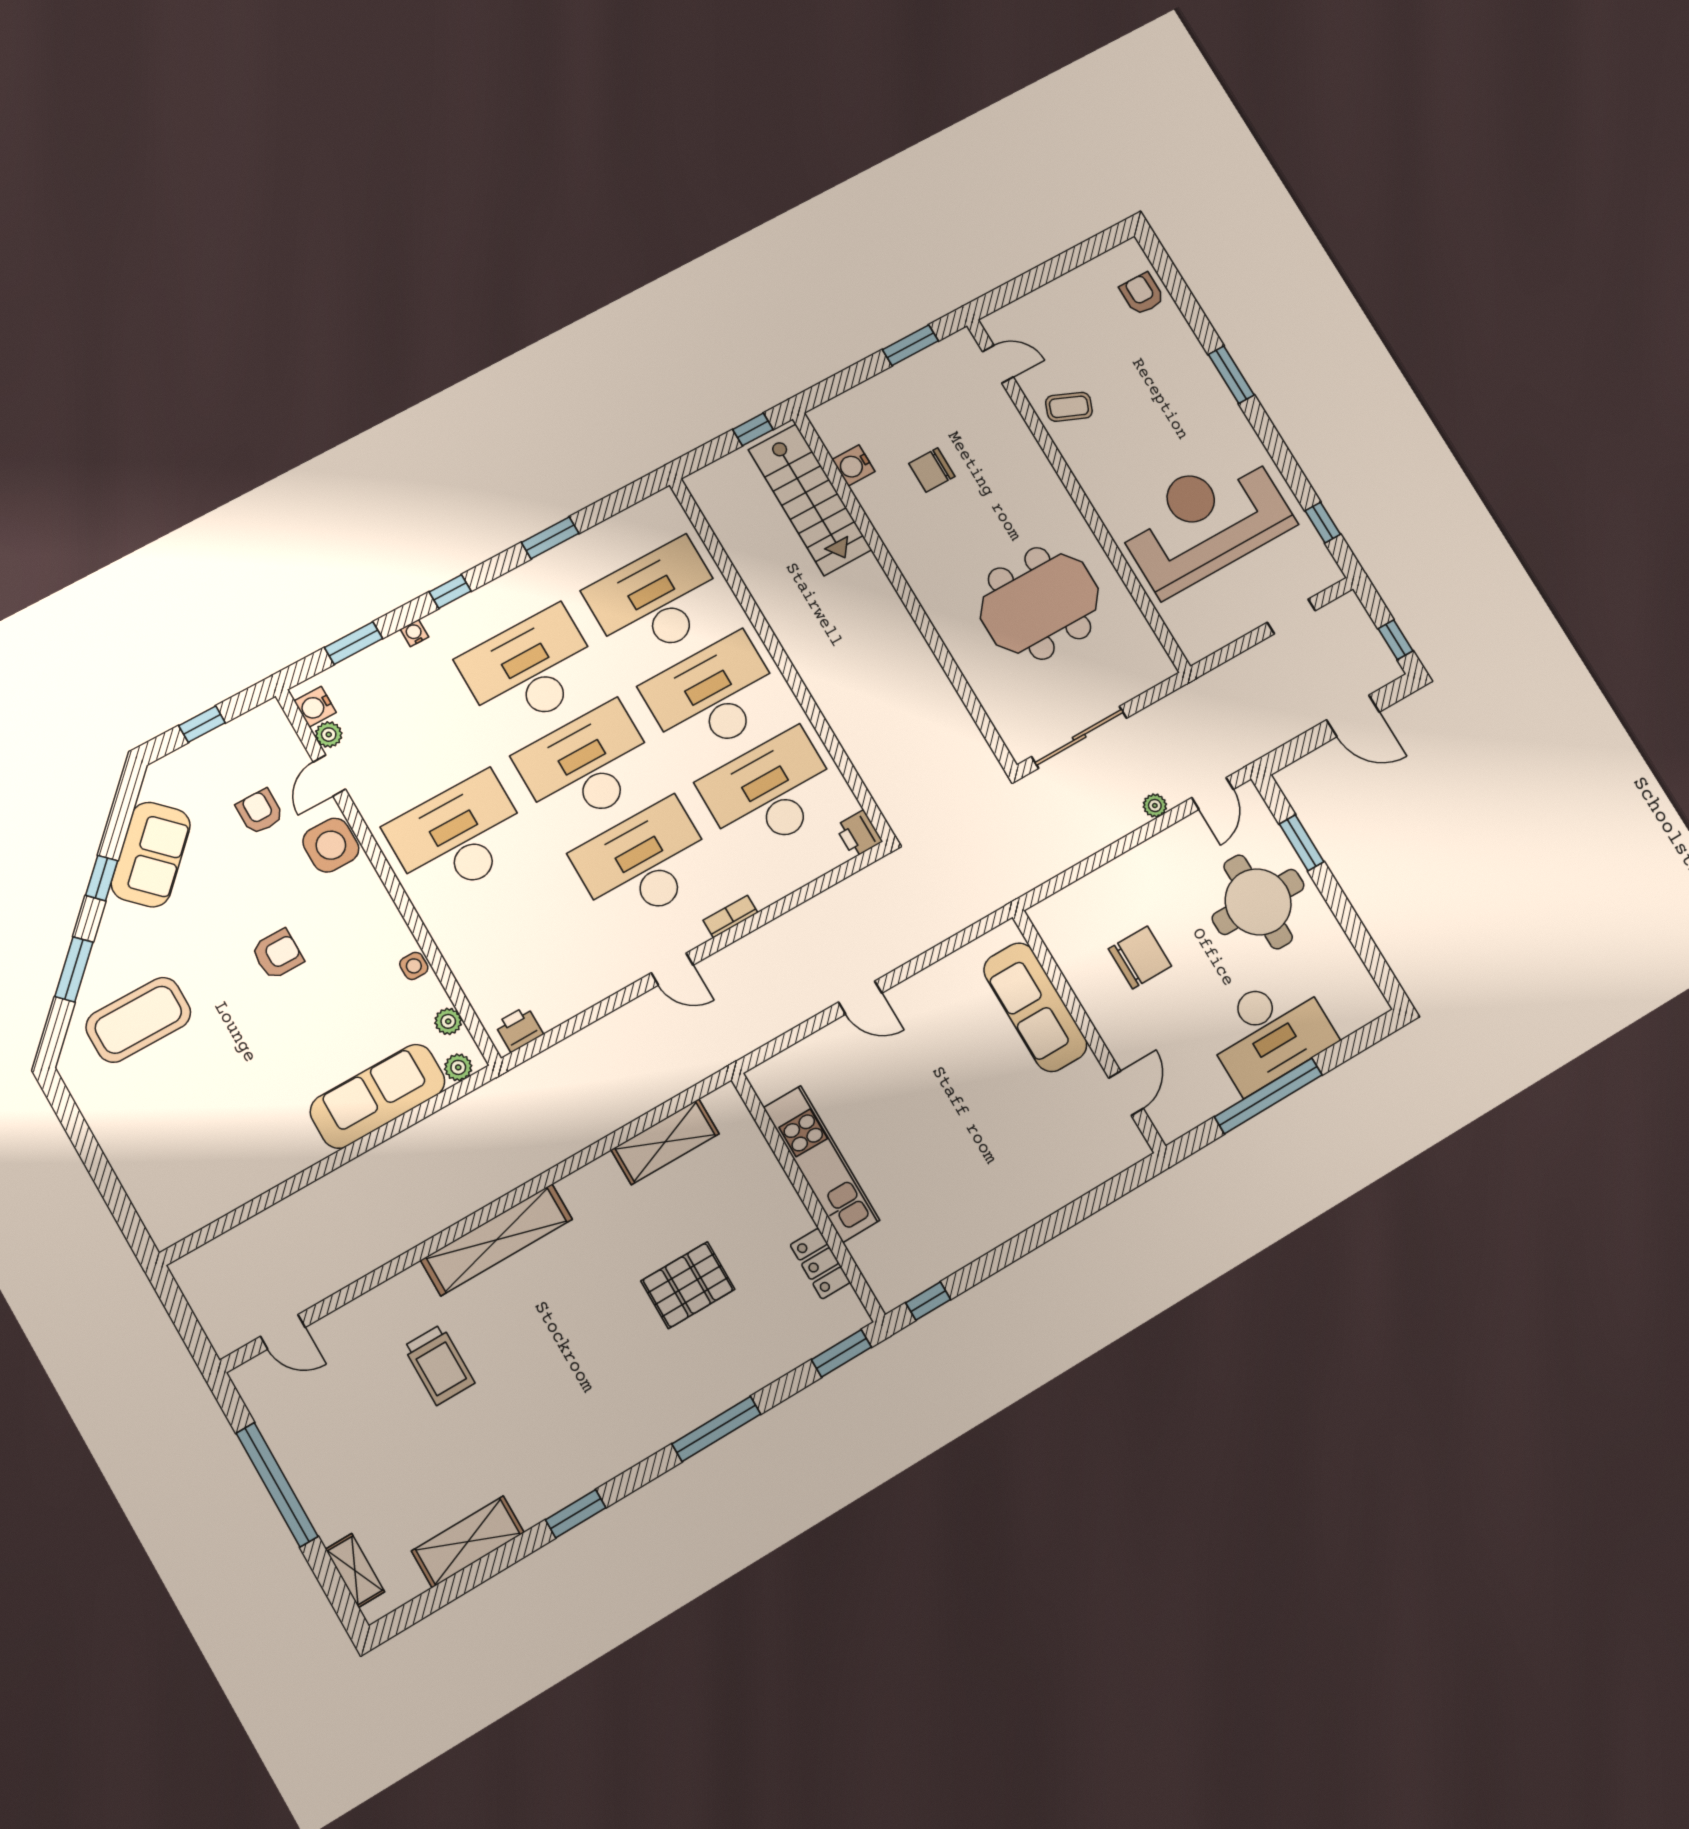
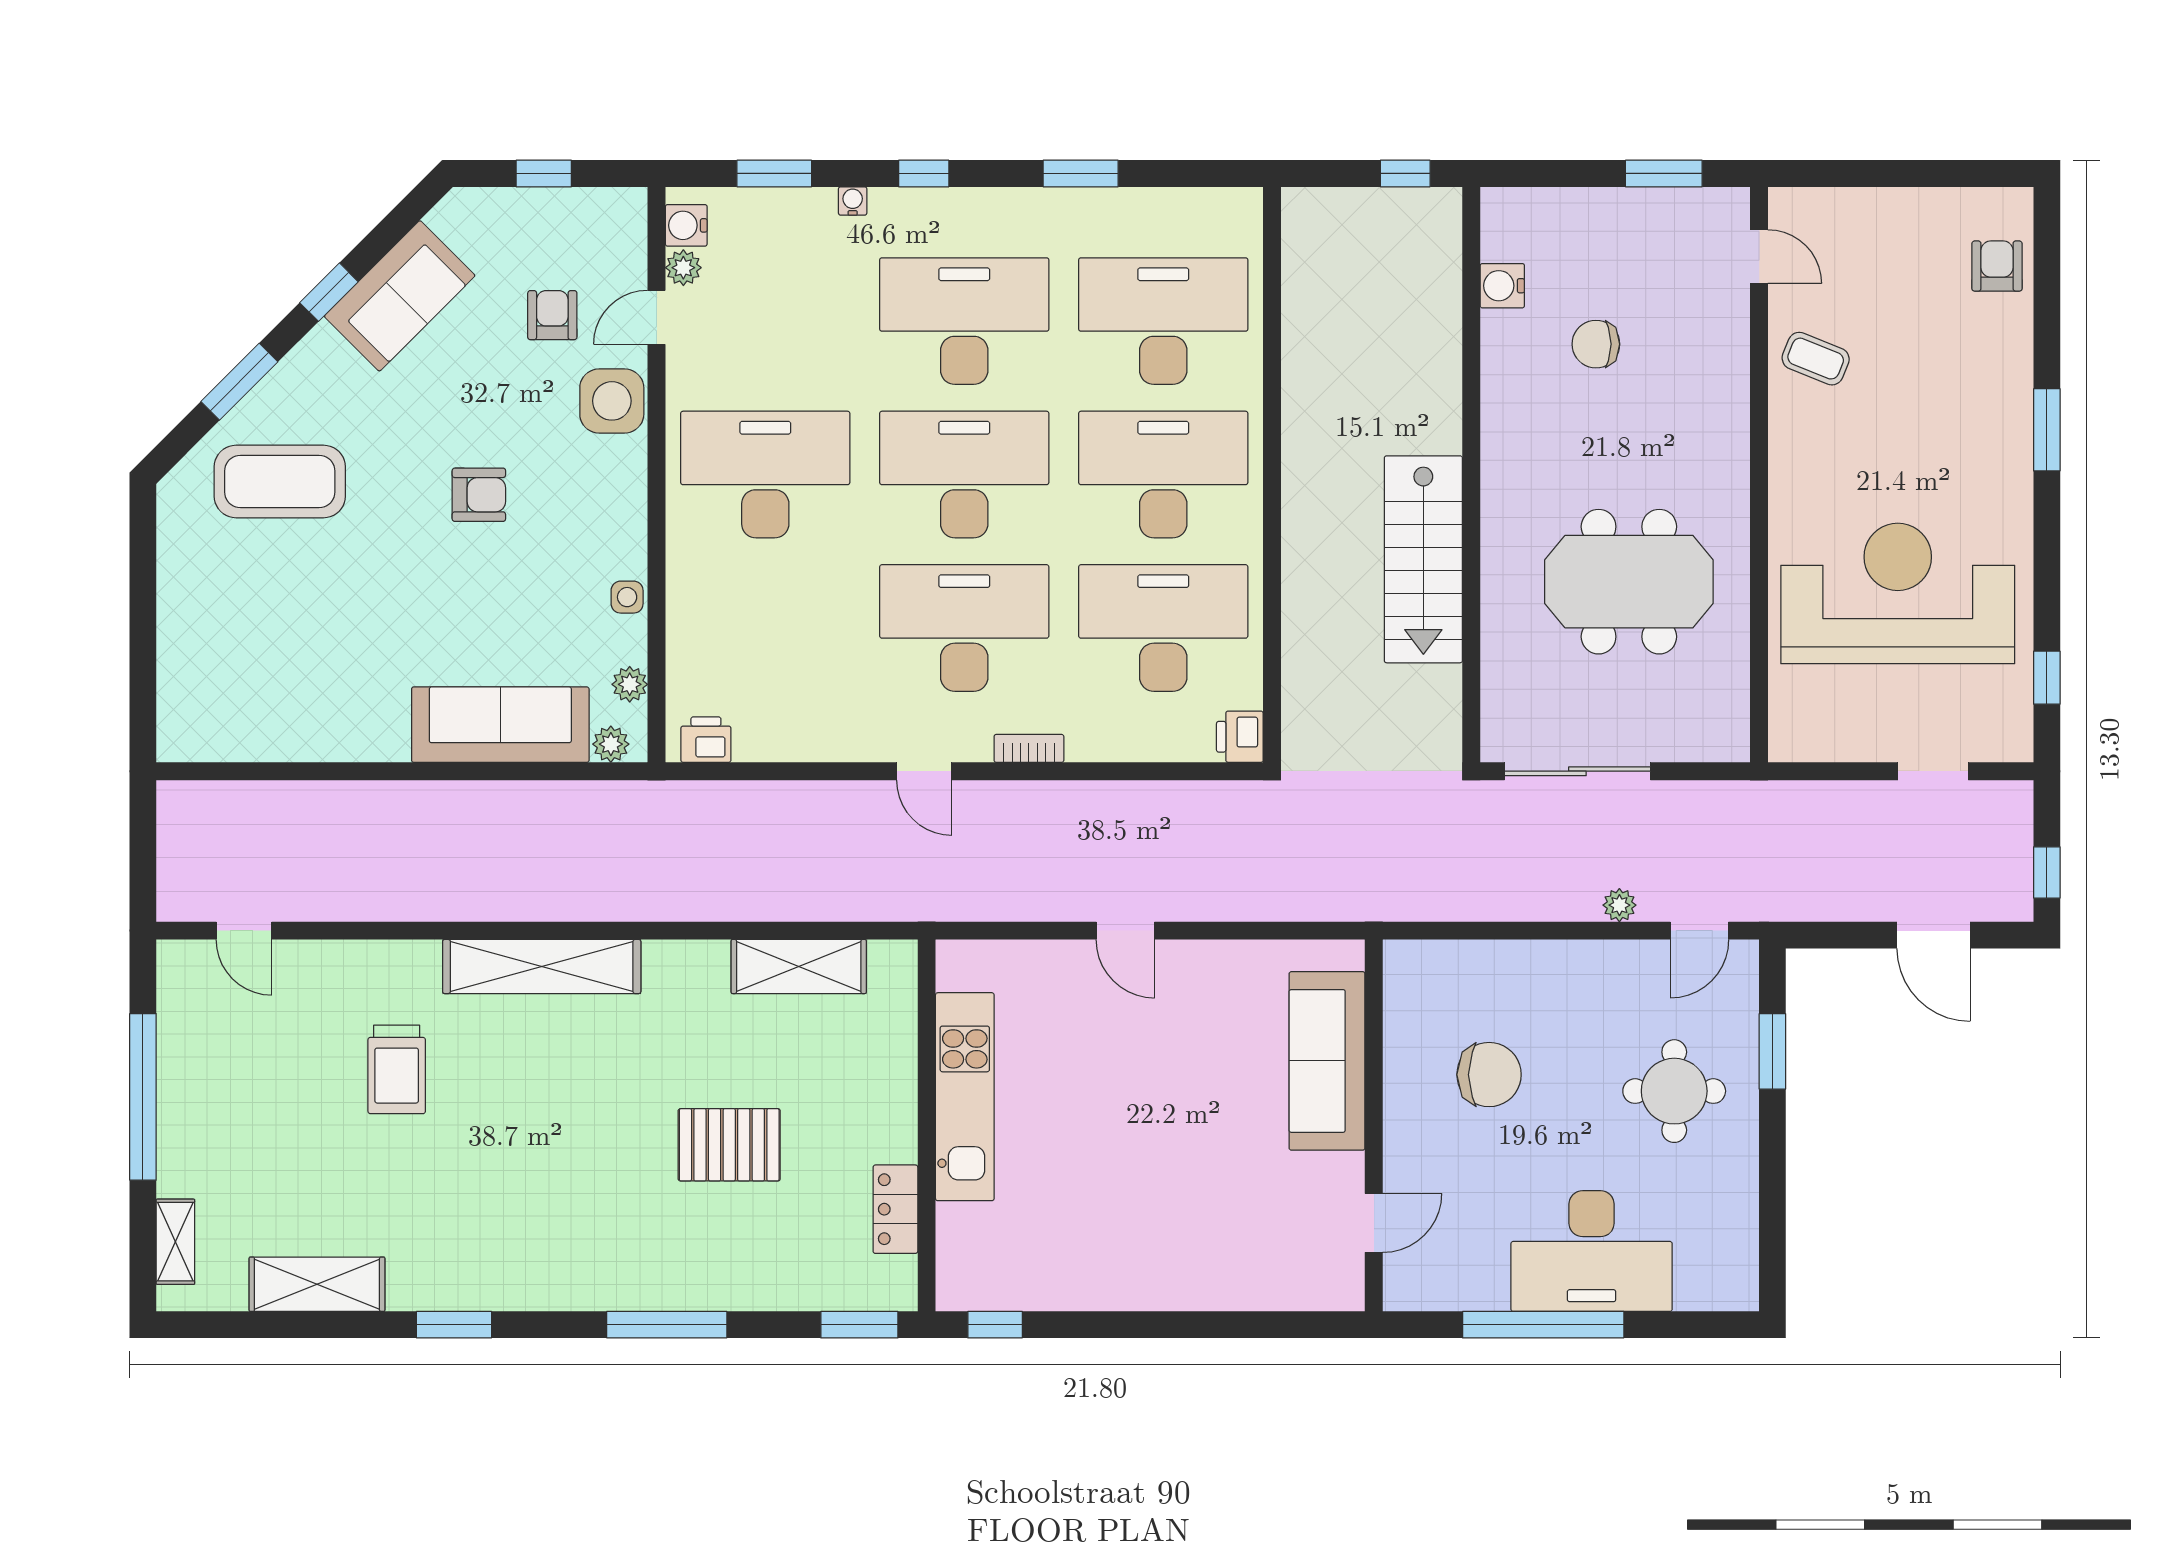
stairs: (810, 500) -> (1423, 559), moved
round table: (1258, 902) -> (1674, 1091), width x0.73, depth x0.73

